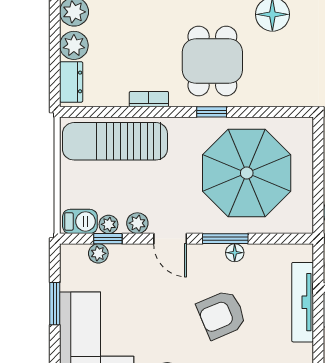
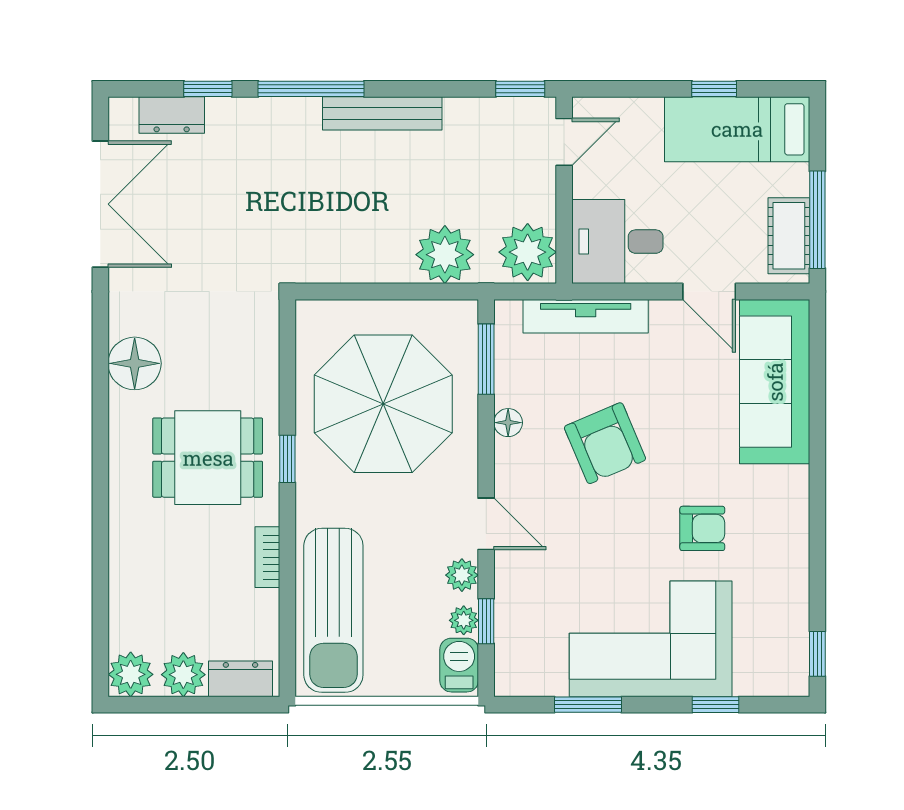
door: (170, 239) -> (486, 524), hinge flipped
window: (225, 239) -> (486, 359), moved
plant: (98, 253) -> (509, 636), removed

